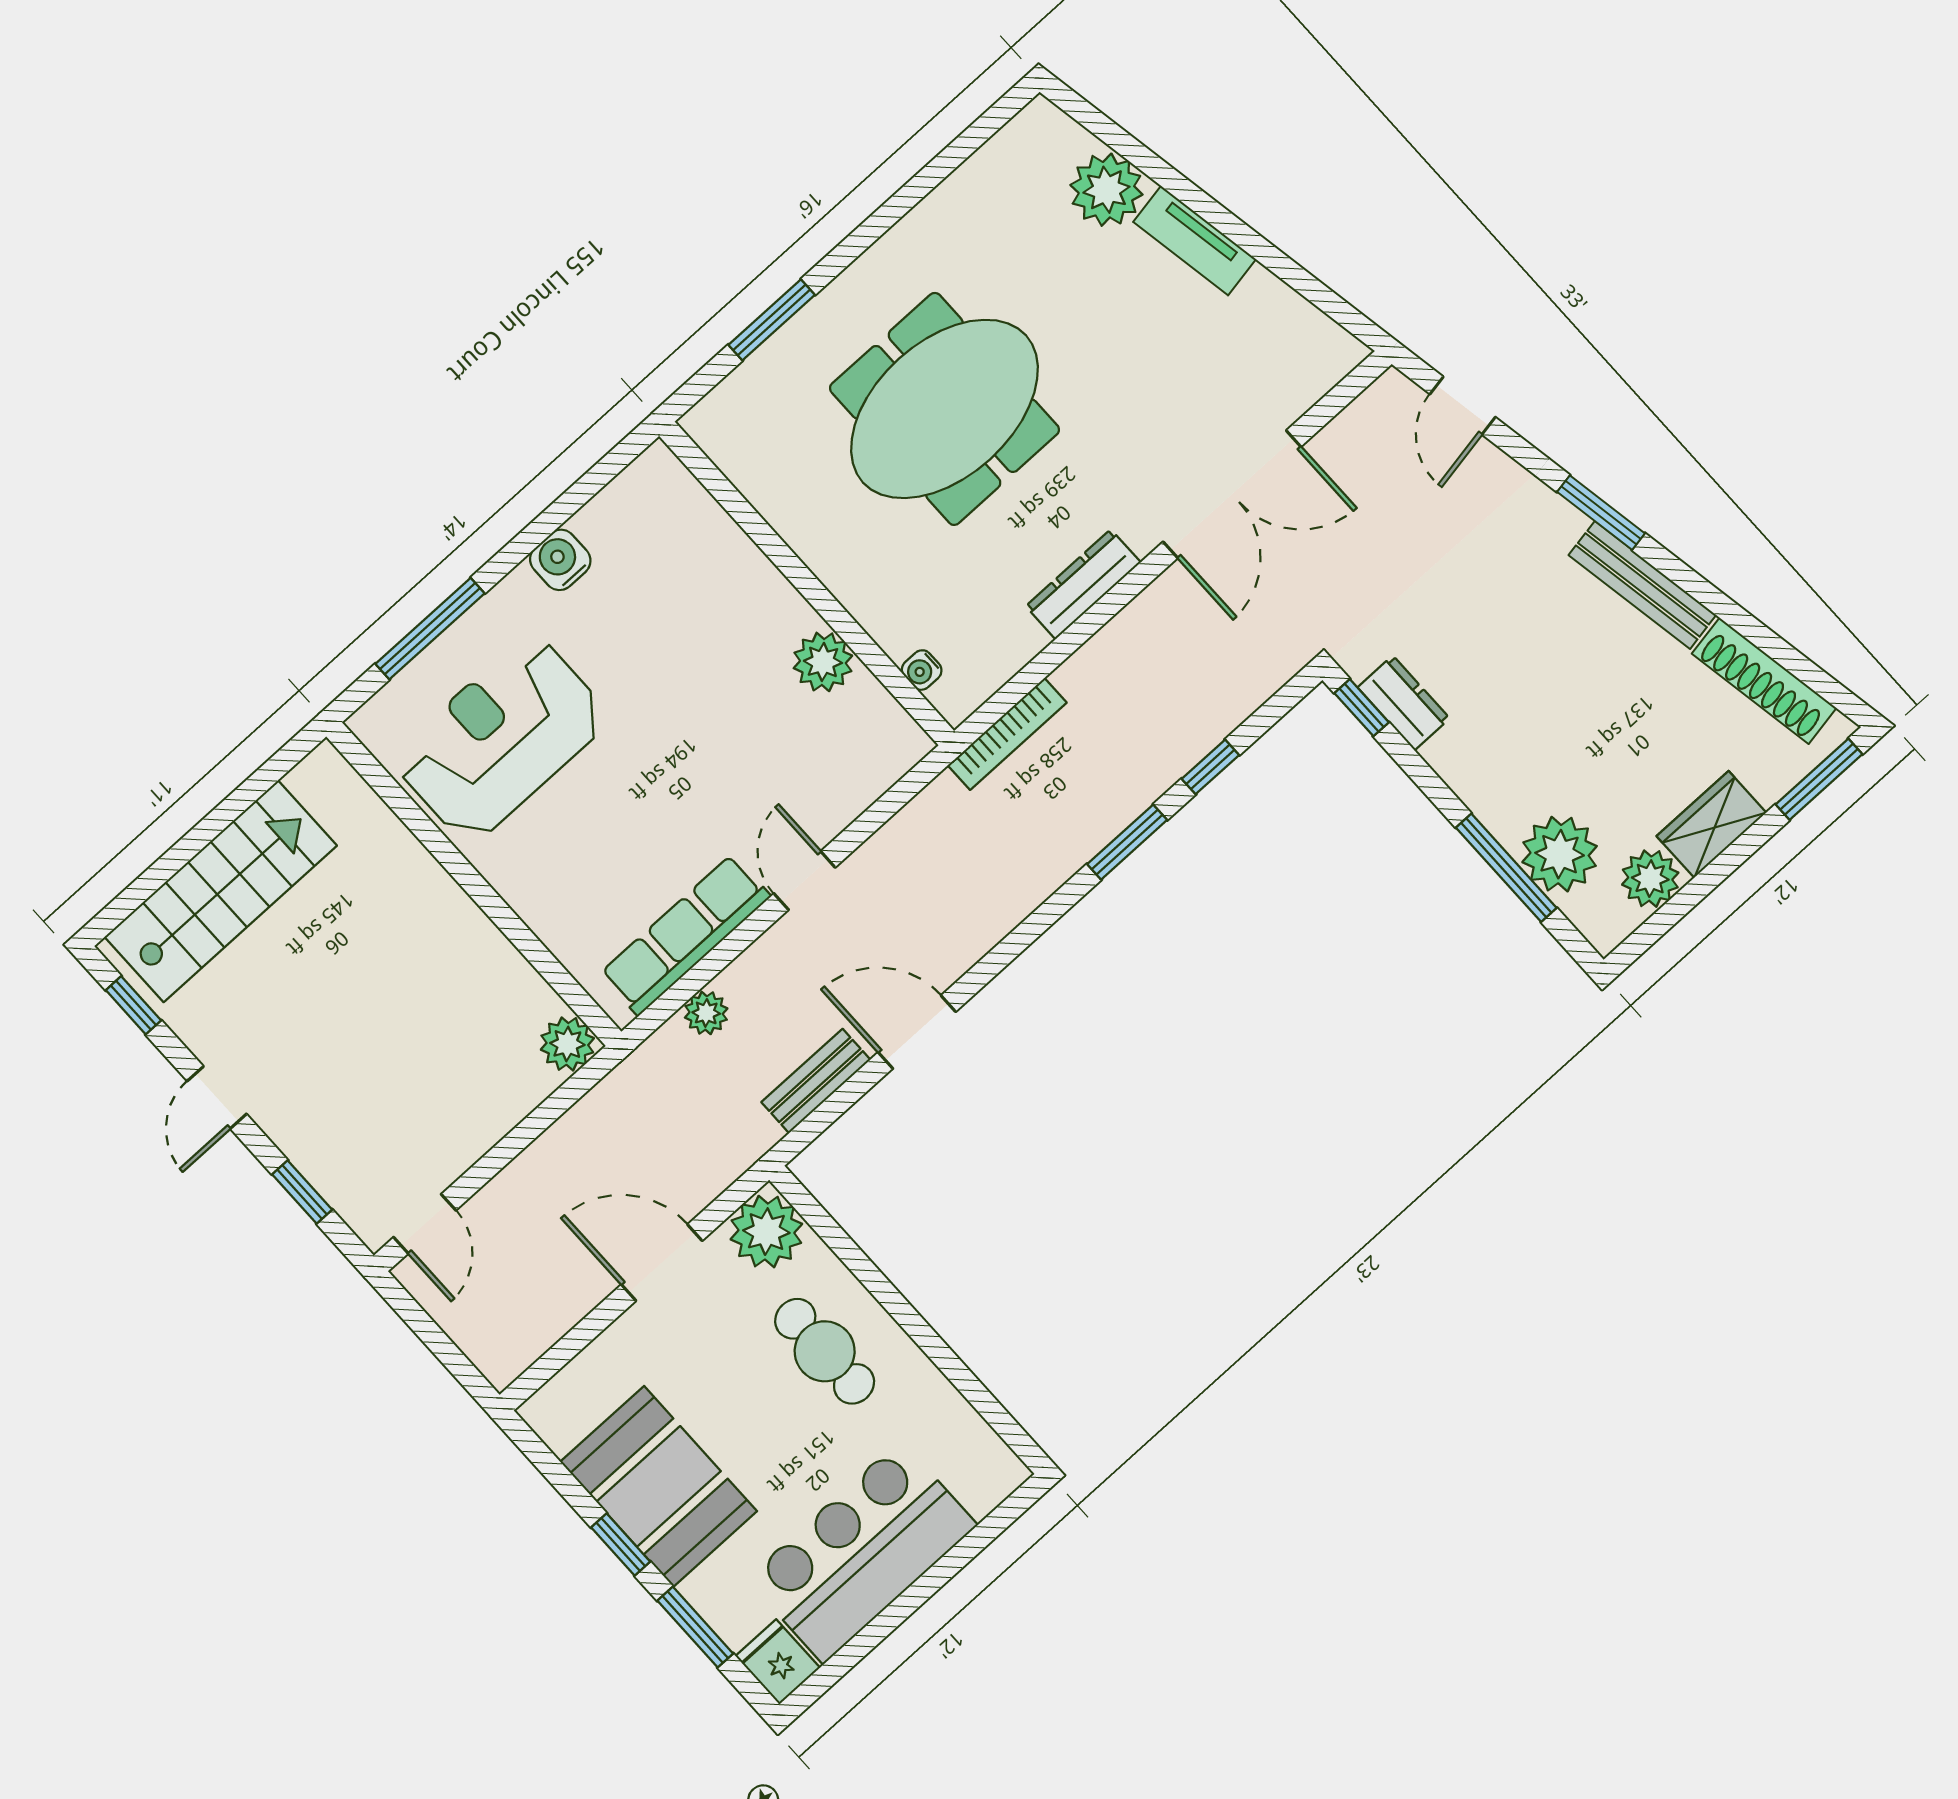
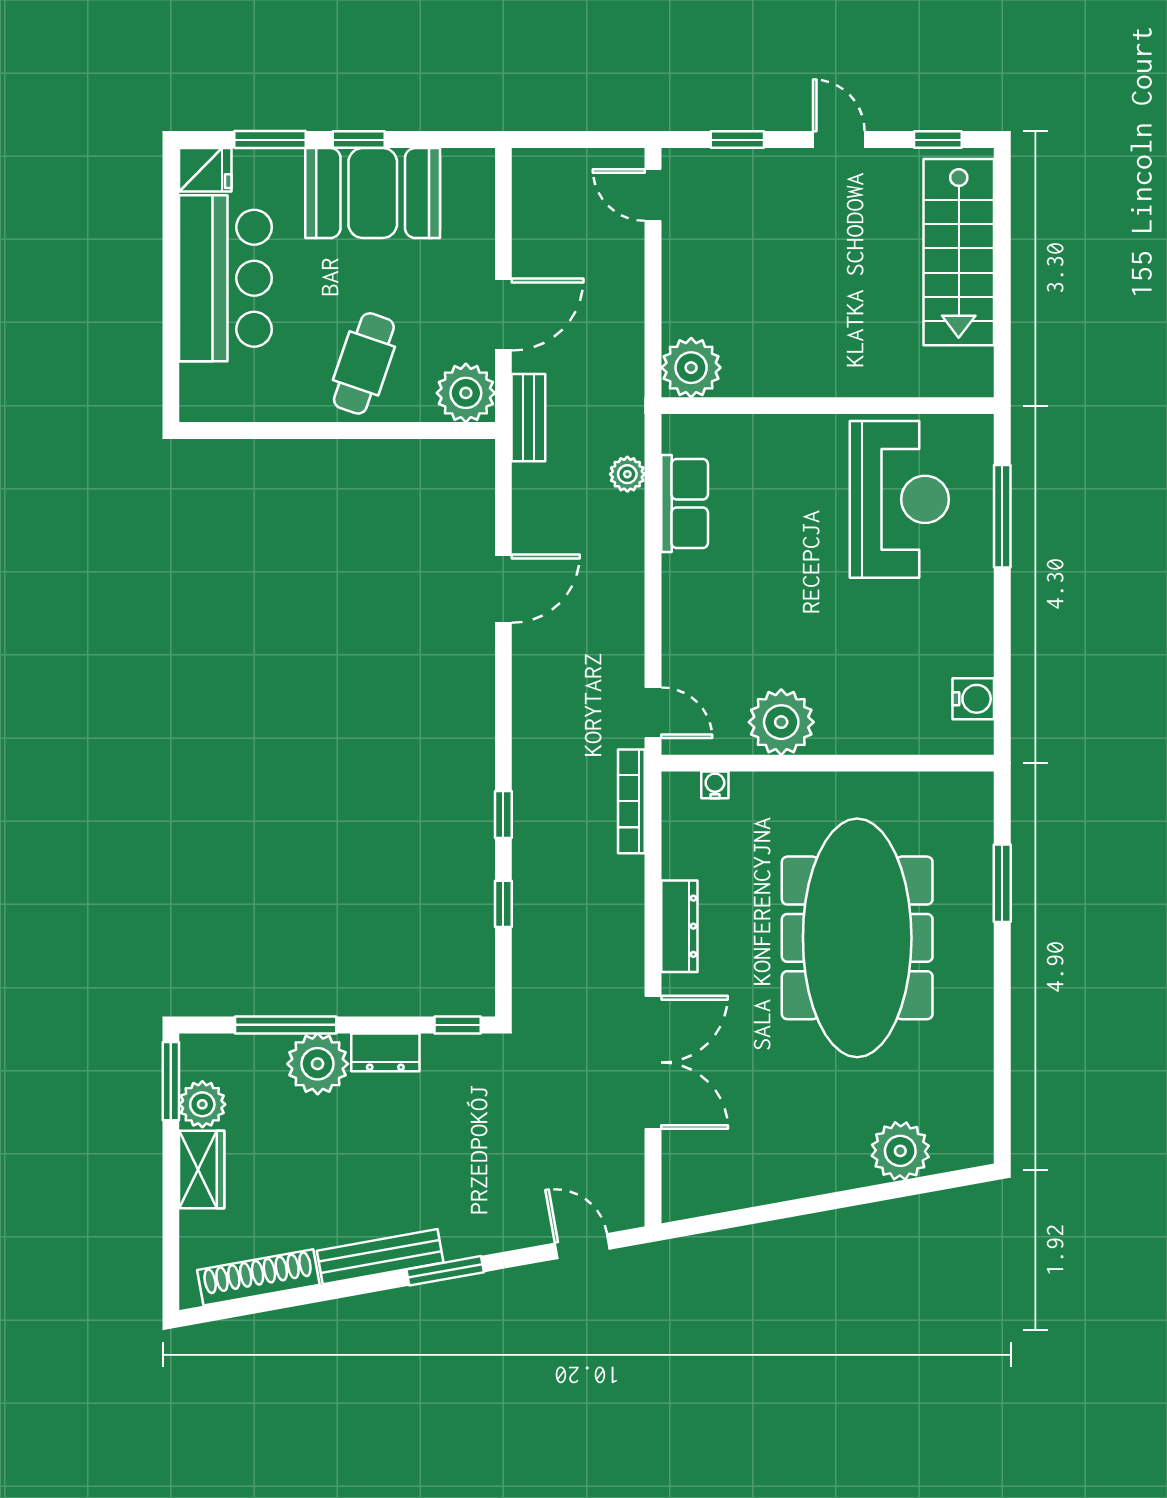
tv unit: (1195, 241) -> (823, 1176), removed
meeting table: (944, 409) -> (857, 938), width x1.36
double door: (1232, 494) -> (653, 1062), swing flipped
water cooler: (560, 560) -> (973, 699), moved
plant: (823, 662) -> (781, 722), width x1.36, depth x1.36
dresser: (1404, 703) -> (385, 1052), moved
window: (1819, 779) -> (171, 1081), moved
window: (1127, 842) -> (503, 815), width x0.67
plant: (1560, 854) -> (318, 1064), moved
door: (805, 880) -> (653, 713), moved
row of seats: (685, 935) -> (685, 504), width x0.68
plant: (567, 1044) -> (691, 368), width x1.36, depth x1.36
bench: (816, 1081) -> (528, 418), moved
cafe table: (825, 1351) -> (364, 363), turned -71

